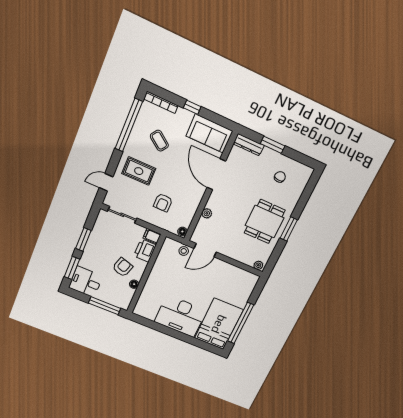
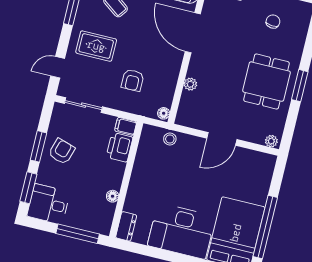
door: (205, 250) -> (222, 139), moved
armchair: (123, 267) -> (62, 151), moved
dresser: (141, 306) -> (126, 226), added

